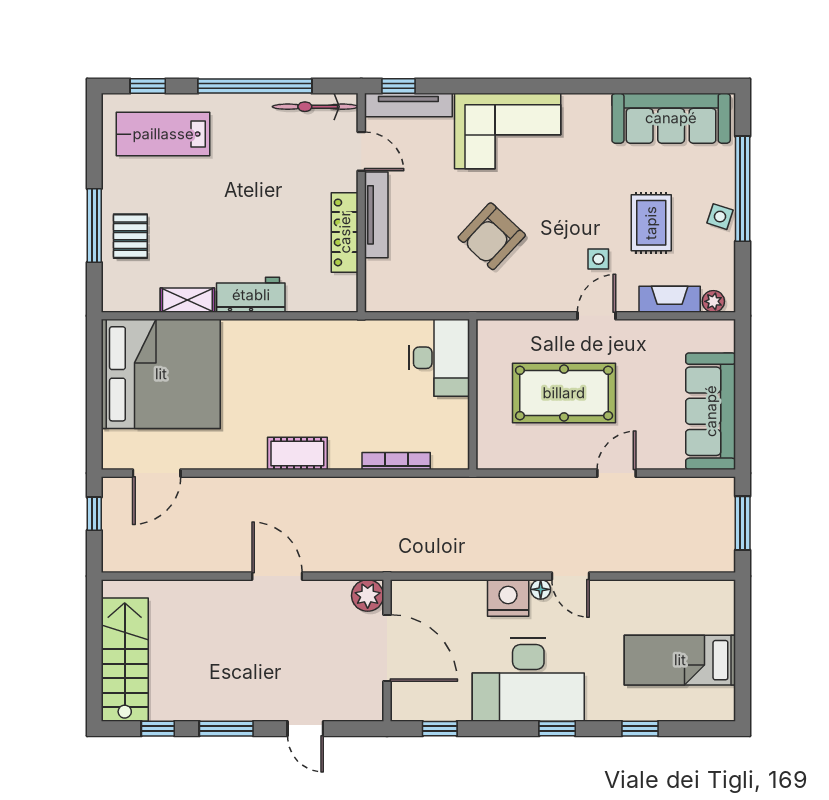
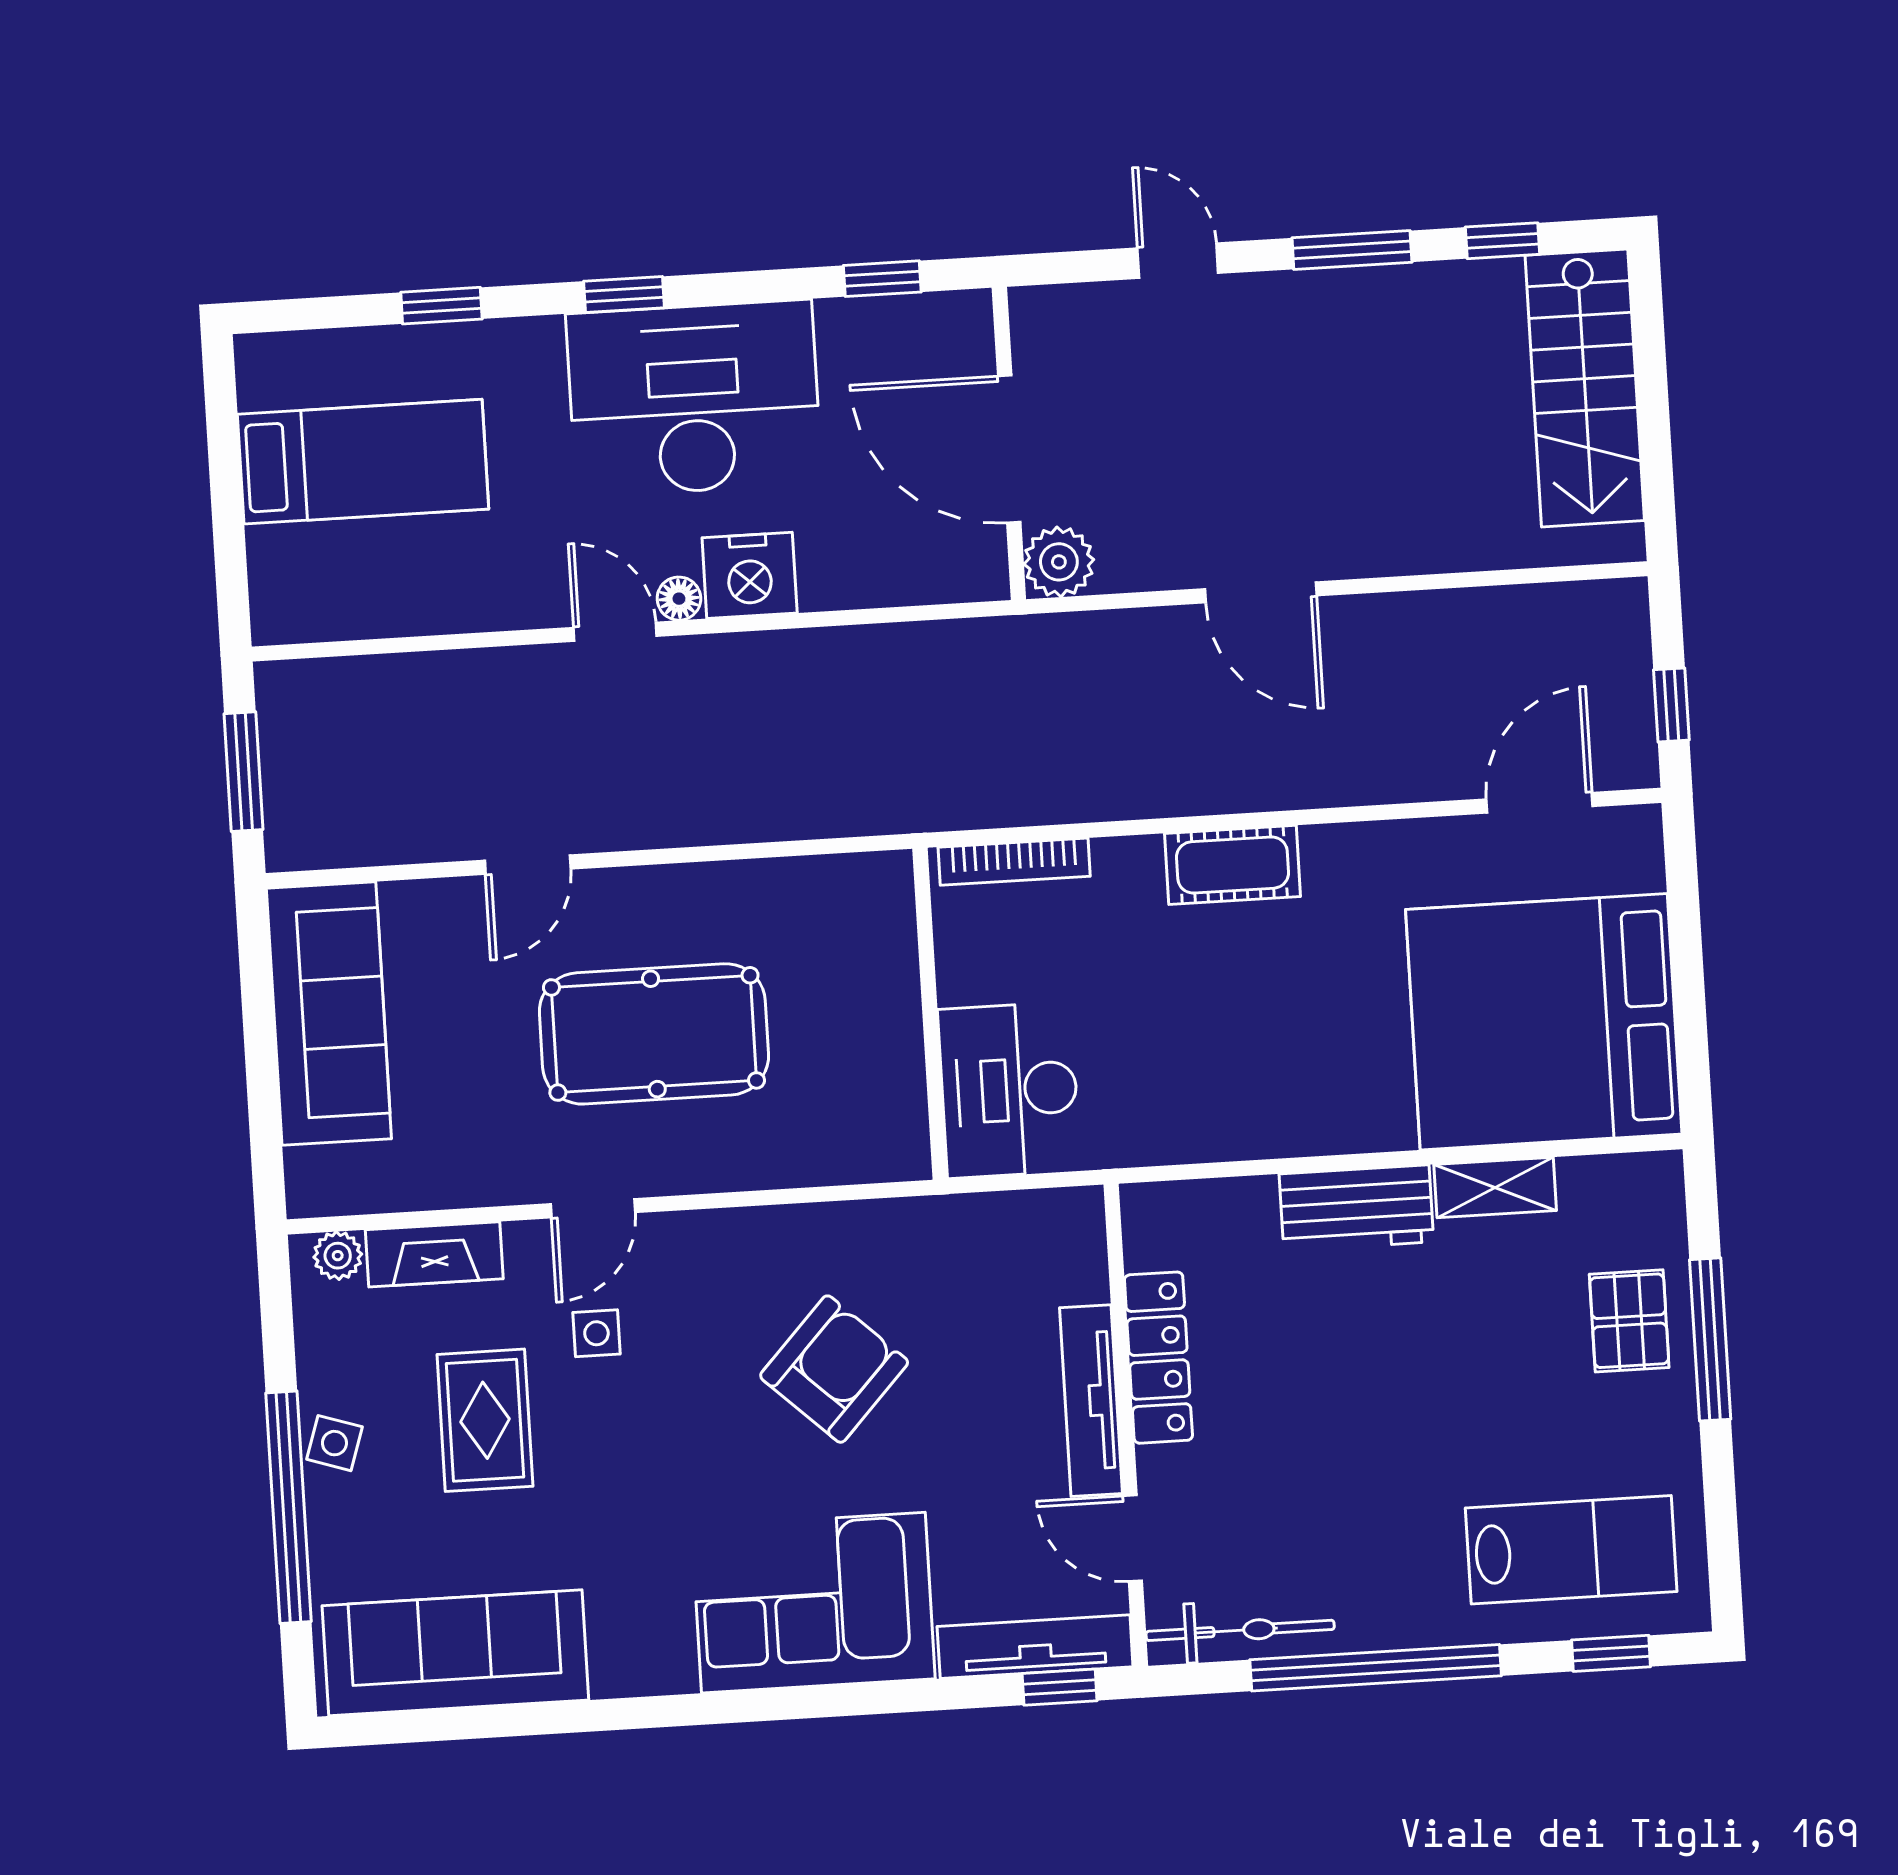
desk: (439, 358) -> (1009, 1090), moved
wall: (473, 394) -> (930, 1014), moved

